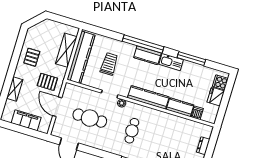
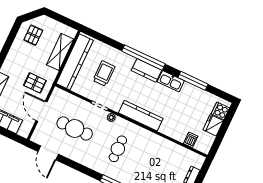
pallet: (32, 57) -> (33, 35), moved
kitchen counter: (180, 107) -> (173, 131), removed

